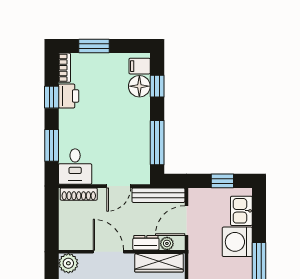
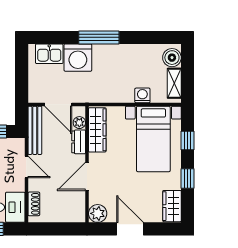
window: (222, 181) -> (22, 71), removed
shoe rack: (79, 194) -> (34, 204), width x0.70

